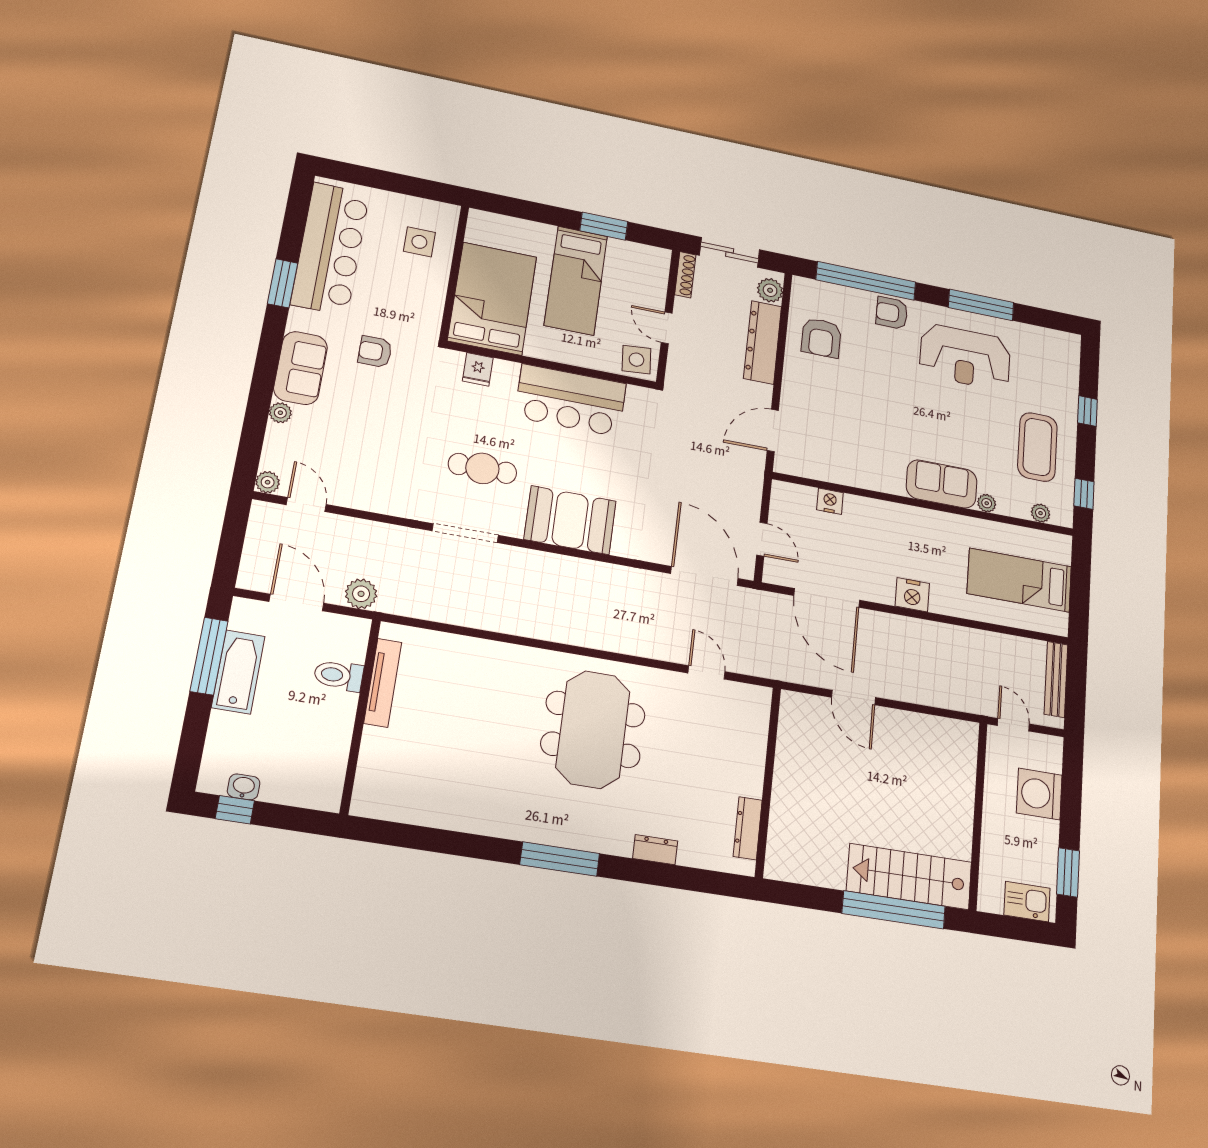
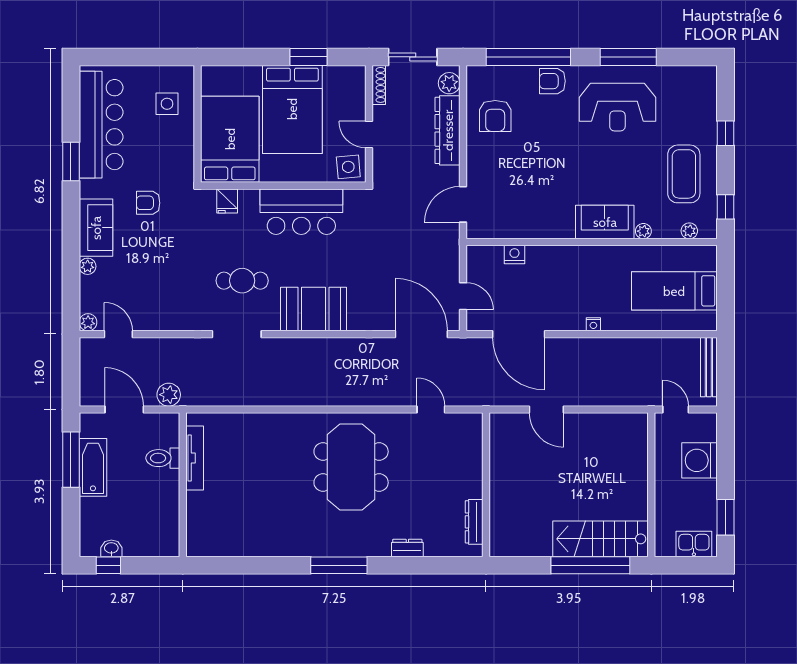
bed: (576, 280) -> (292, 109), width x1.50
nightstand: (912, 595) -> (593, 324), width x0.53, depth x0.56

